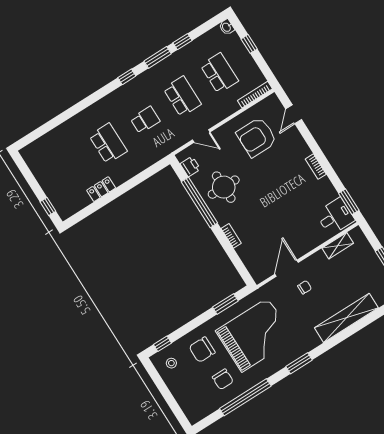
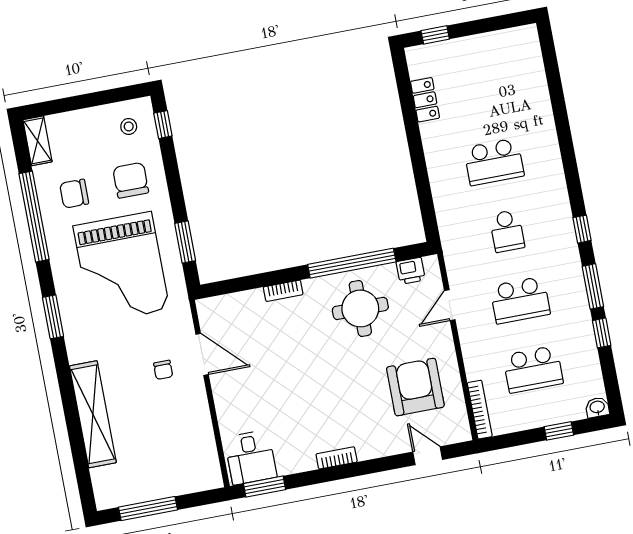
locker: (101, 189) -> (425, 100), moved
shelving: (338, 246) -> (37, 141), moved

